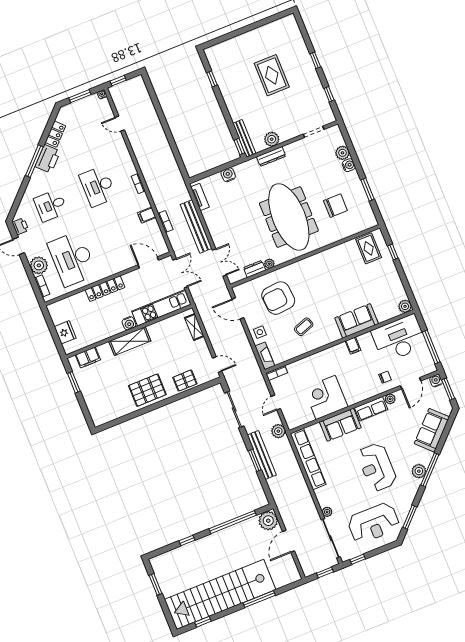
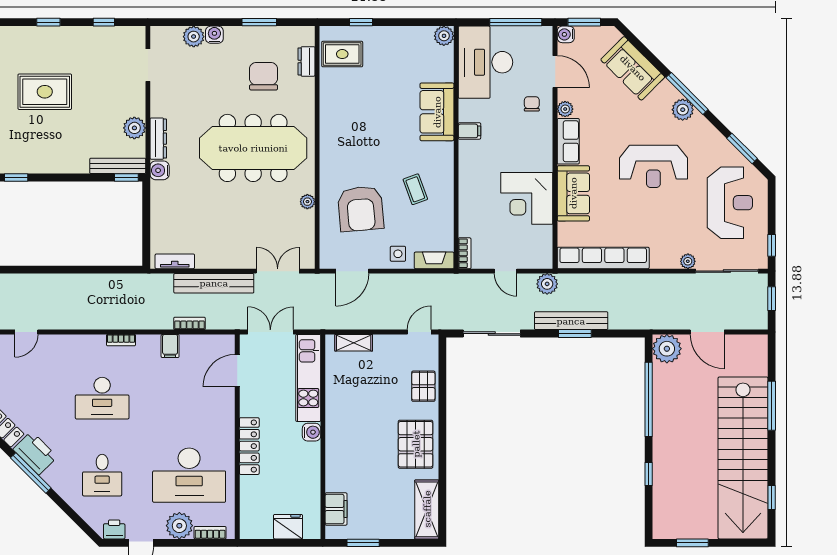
water cooler: (228, 175) -> (160, 170), moved
dresser: (255, 269) -> (306, 61), moved
shelving: (130, 341) -> (427, 509), moved

